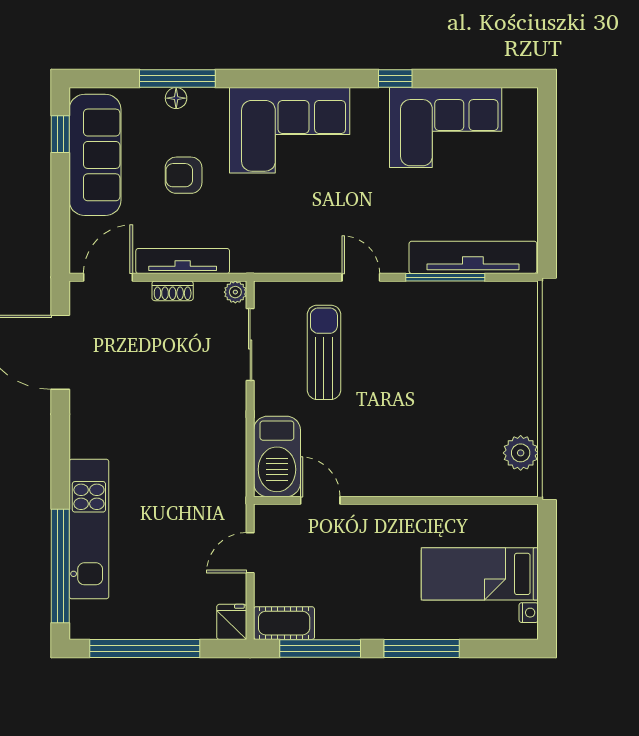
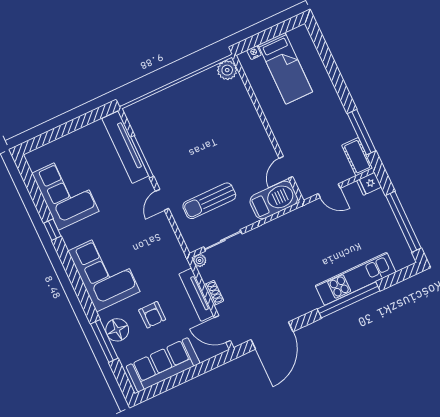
floor lamp: (176, 98) -> (117, 330), width x1.89, depth x1.89
window: (60, 134) -> (161, 388), removed
plant: (521, 453) -> (227, 70), moved
window: (60, 566) -> (349, 300), moved
nightstand: (529, 613) -> (254, 53), moved
window: (422, 649) -> (337, 80), removed

